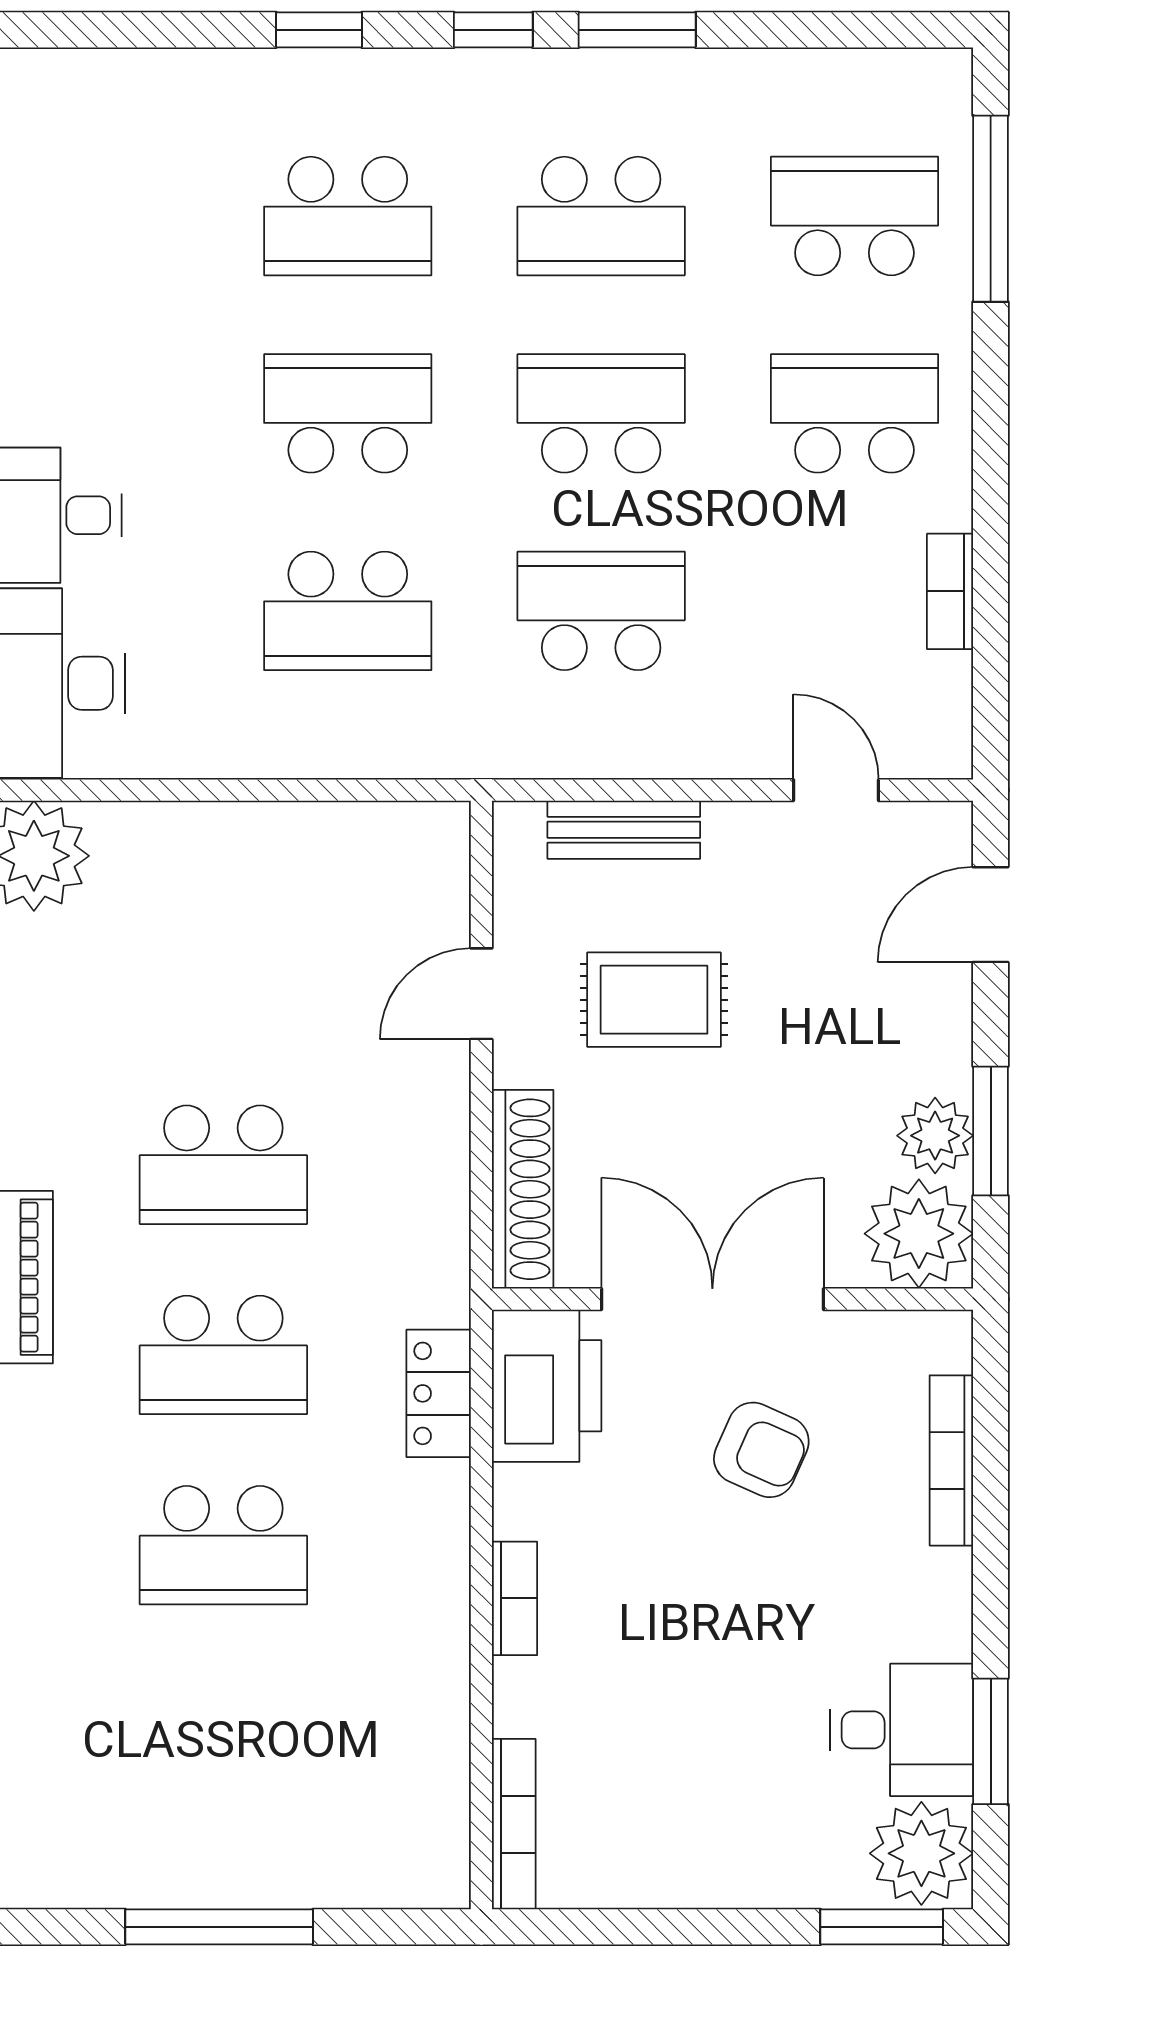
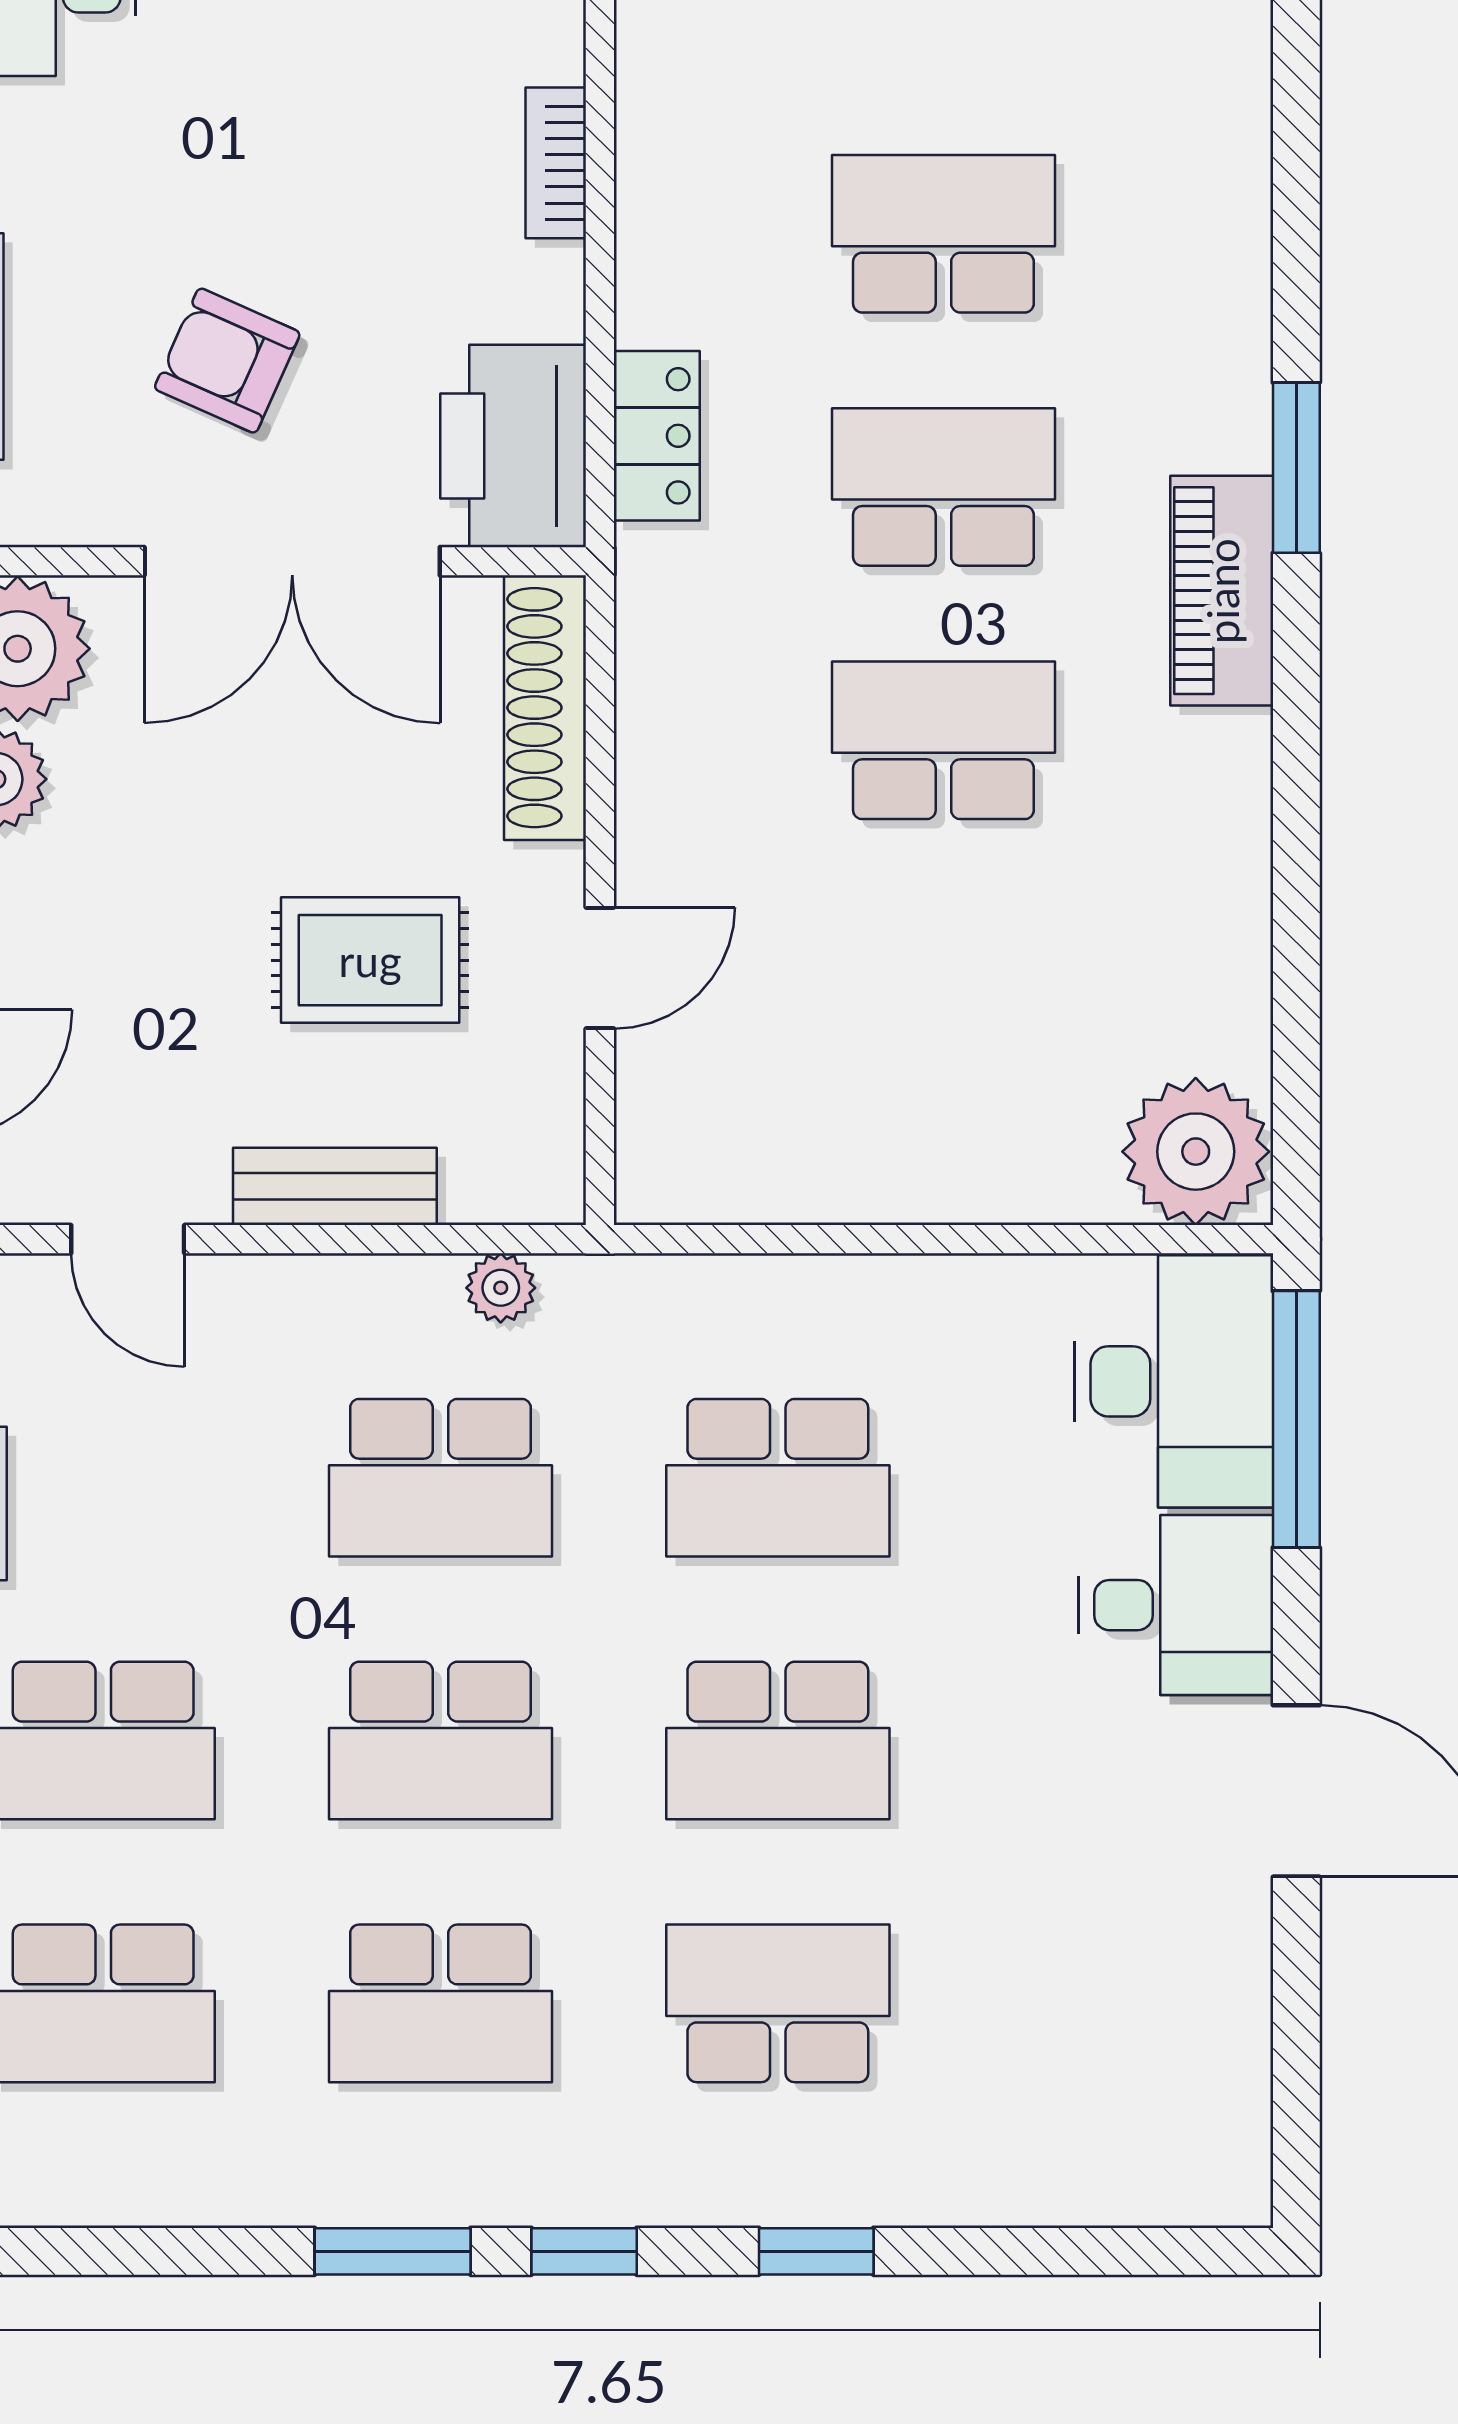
school desk: (601, 216) -> (440, 2003), turned 180
school desk: (348, 611) -> (778, 1478), turned 180
plant: (556, 753) -> (501, 1288), added
bench: (624, 830) -> (335, 1186), moved

